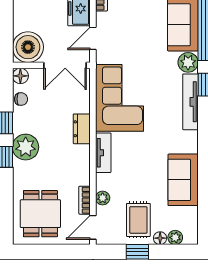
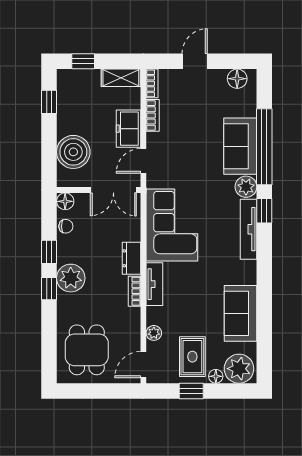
boiler: (28, 47) -> (73, 152), moved
bookcase: (85, 200) -> (134, 291), moved
plant: (175, 237) -> (239, 369), width x1.88, depth x1.88

